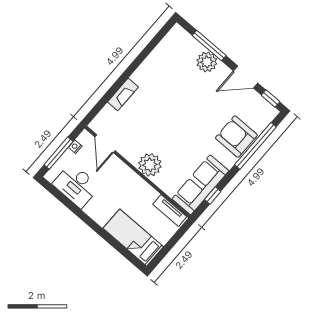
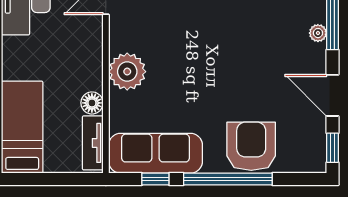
plant: (207, 62) -> (318, 33), width x0.53, depth x0.53
window: (255, 146) -> (228, 179), moved
floor lamp: (150, 194) -> (92, 103), added

